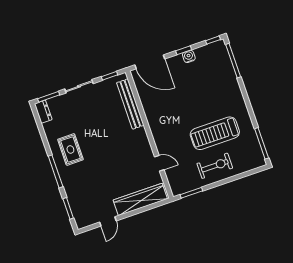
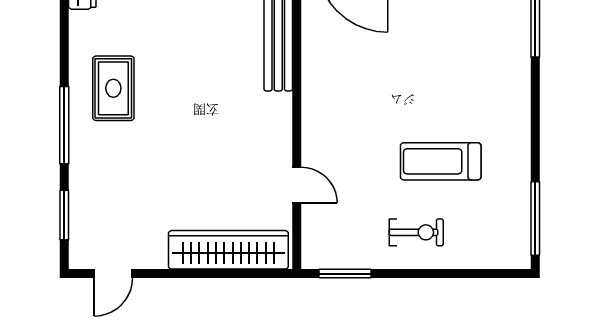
treadmill: (215, 133) -> (441, 161), width x0.73, depth x0.73
exercise bike: (215, 166) -> (416, 232), width x0.73, depth x0.72
door: (108, 221) -> (113, 274), moved

